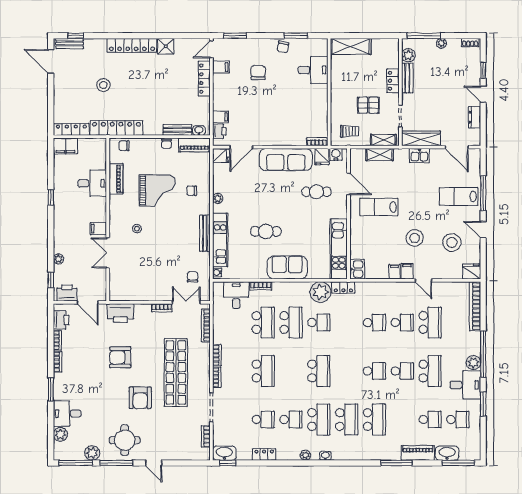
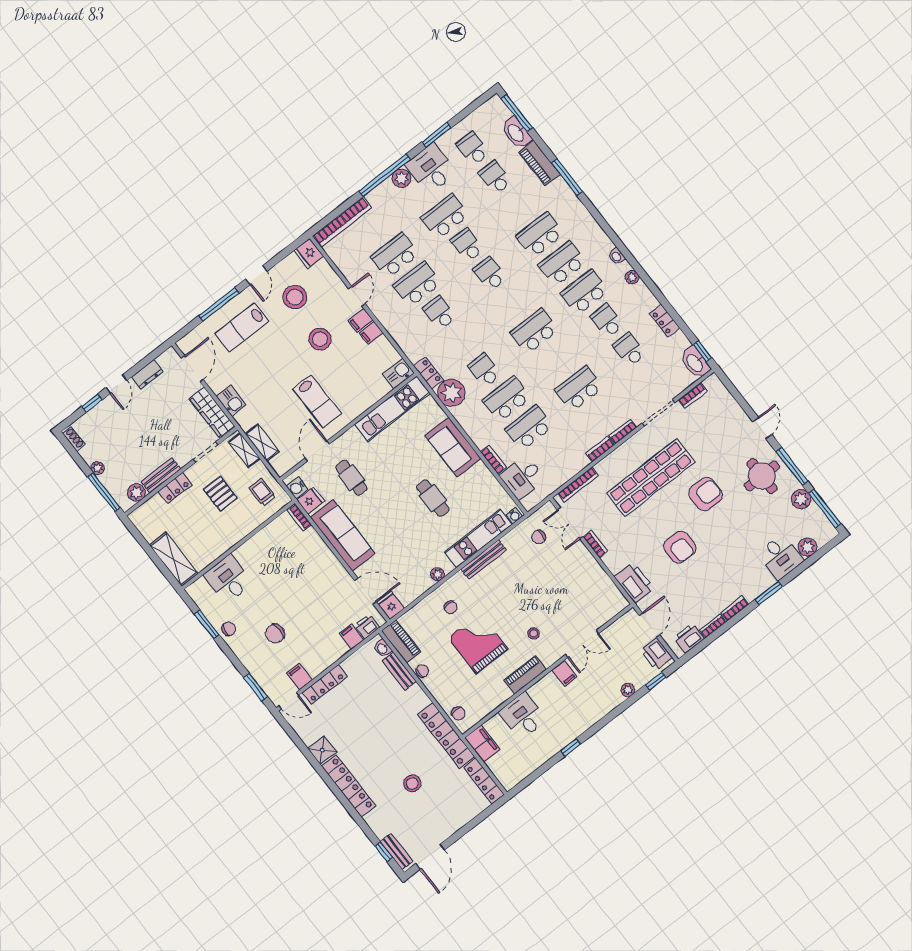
filing cabinet: (65, 146) -> (482, 744), moved
piano: (116, 179) -> (525, 675), moved
lab bench: (459, 196) -> (242, 327), turned 90
school desk: (402, 322) -> (417, 284), width x1.85

